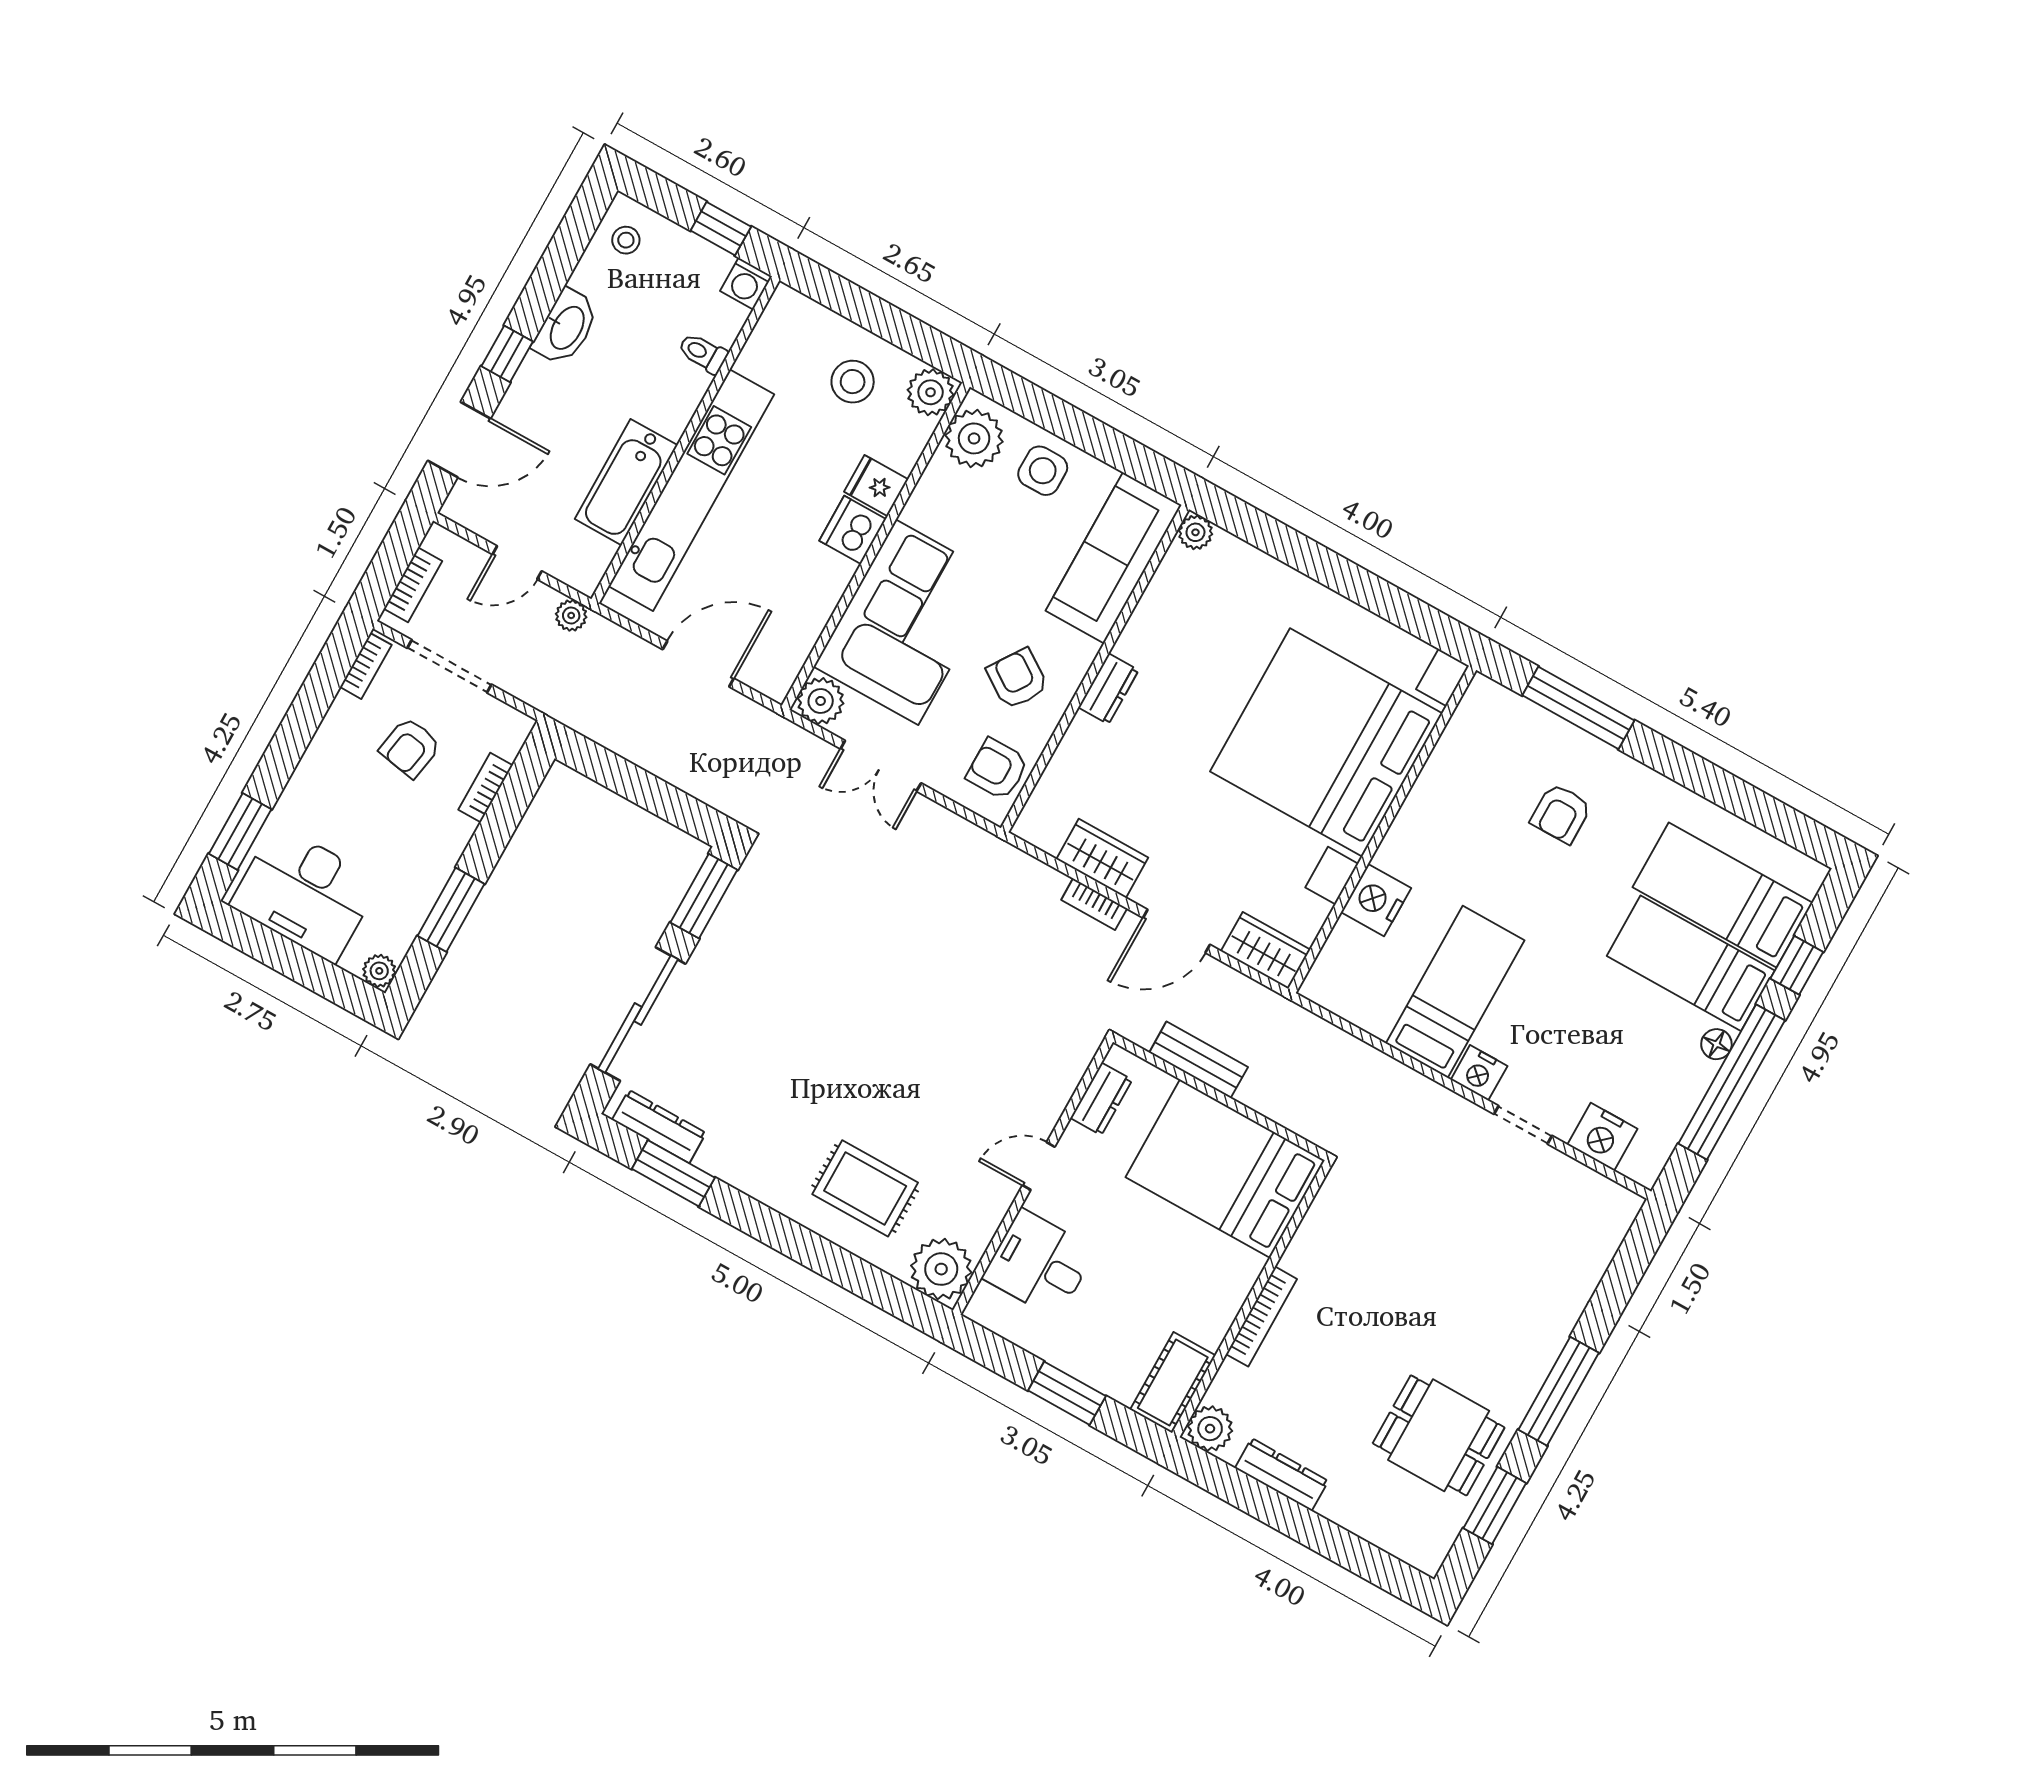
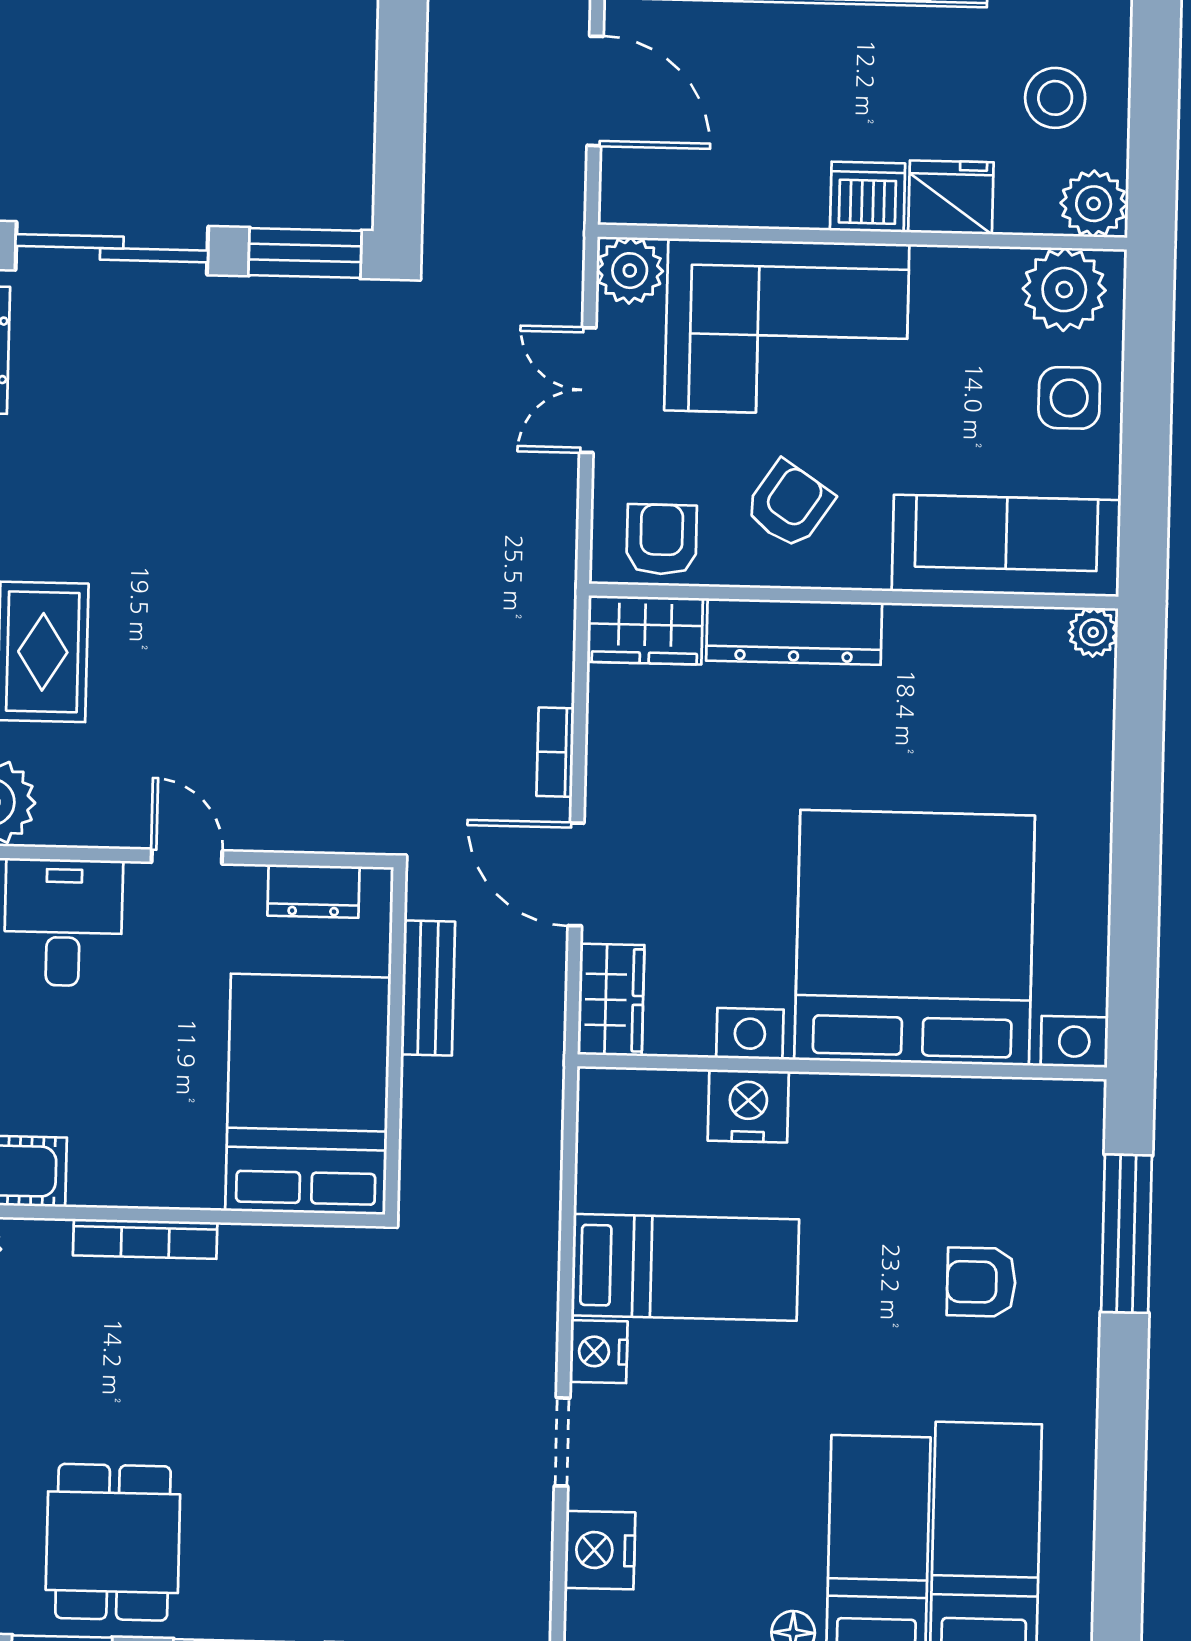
fridge: (876, 486) -> (951, 197), width x1.38
dresser: (1108, 689) -> (794, 632), width x1.96, depth x1.24
wardrobe: (1102, 858) -> (645, 630), moved, turned 90

